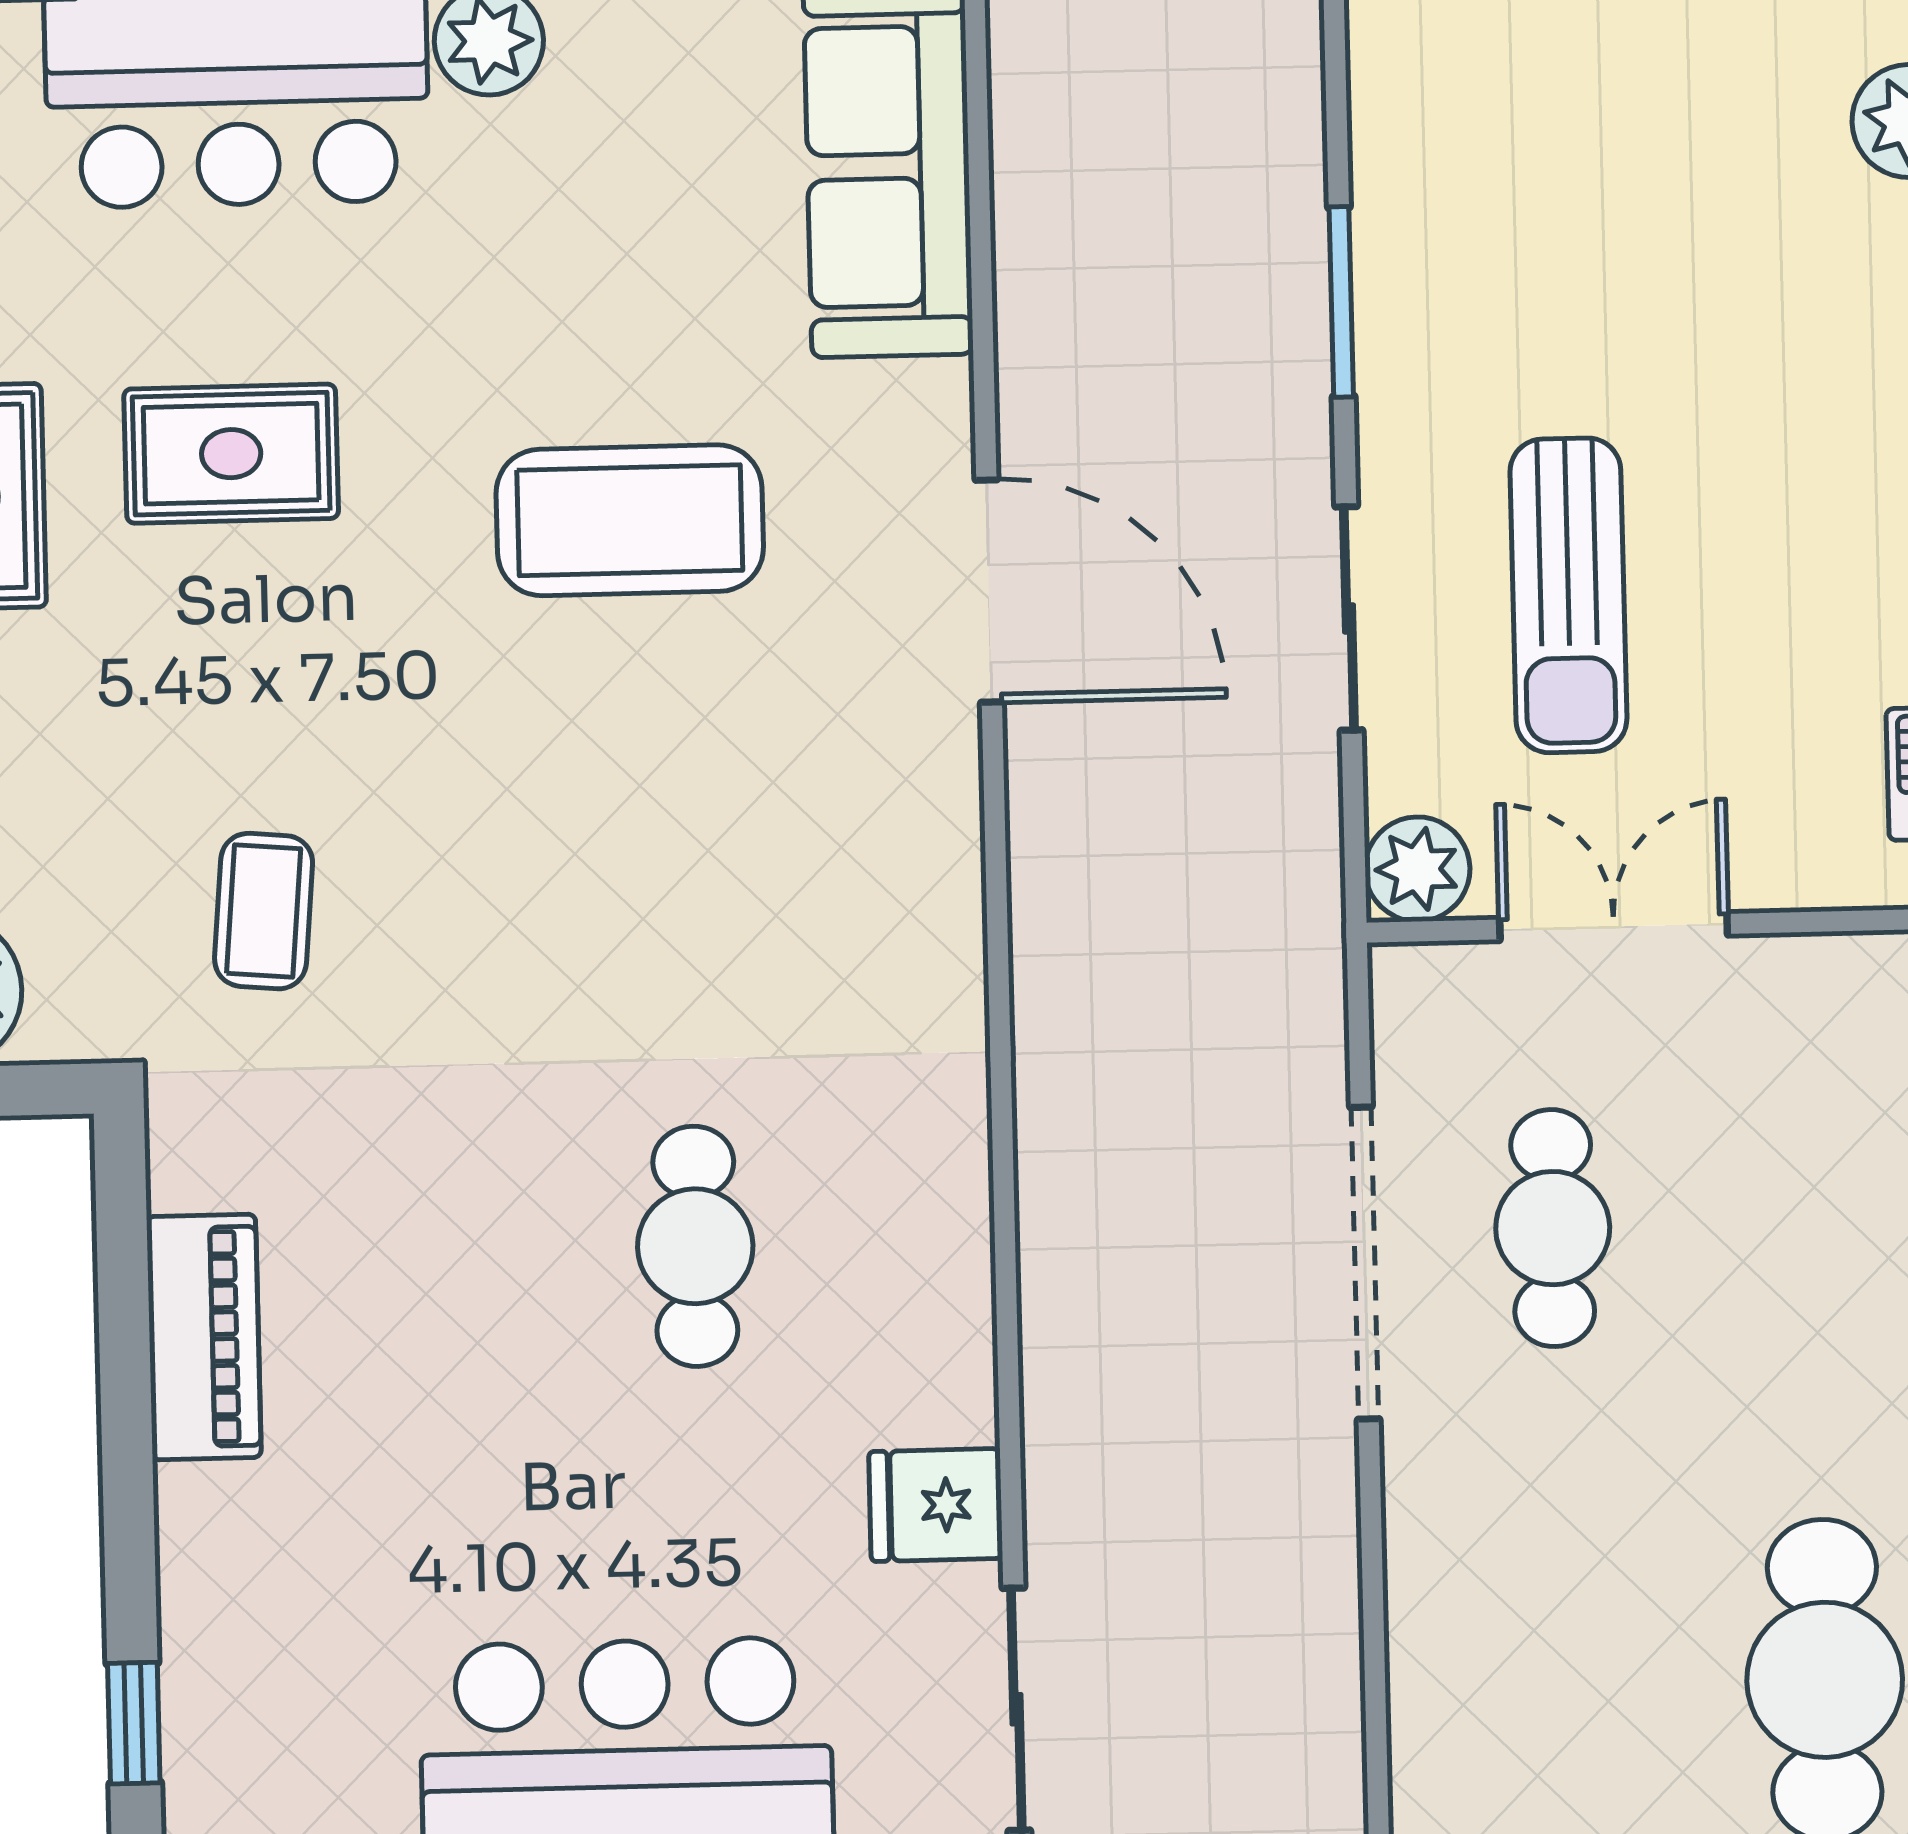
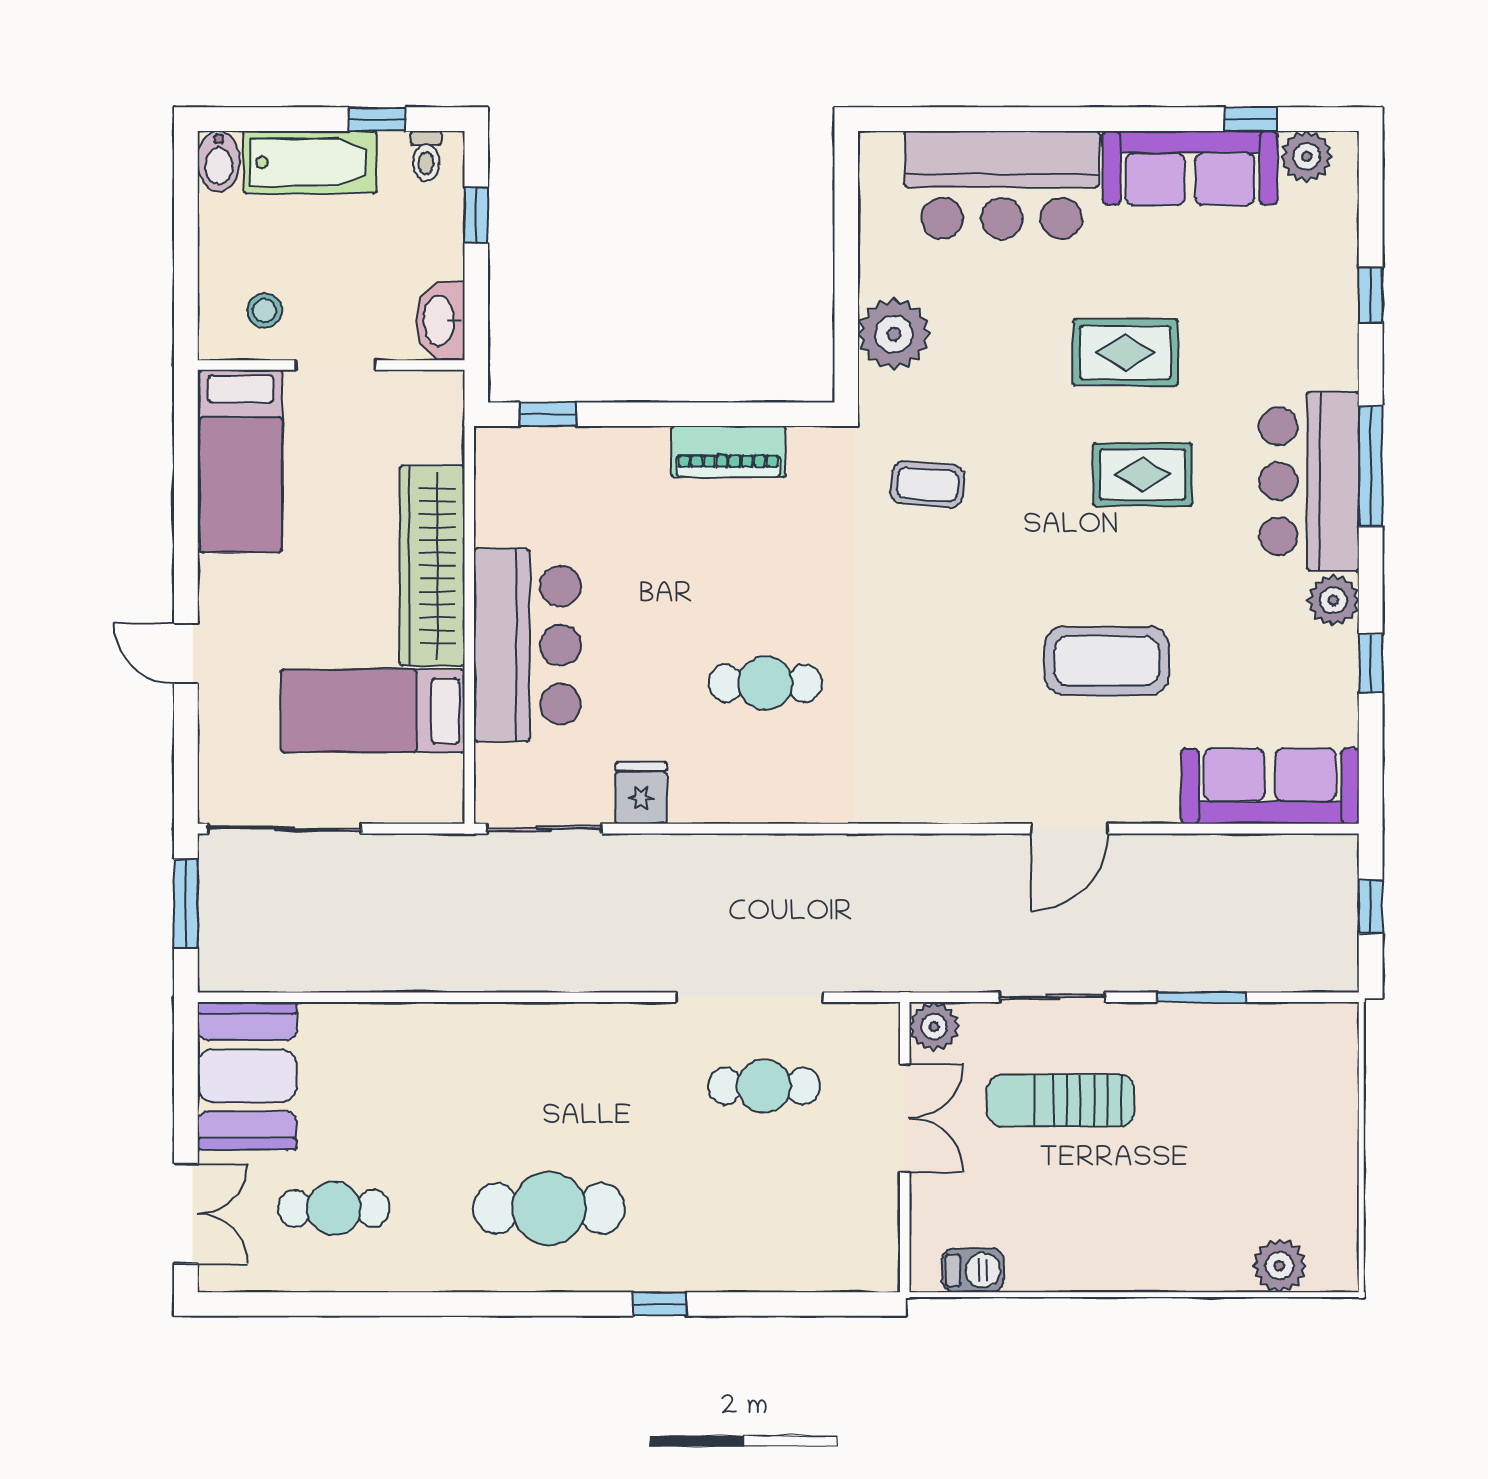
rug: (231, 454) -> (1143, 474), turned 90
coffee table: (630, 520) -> (1107, 661), turned 90
door: (989, 591) -> (1069, 829), width x0.73

